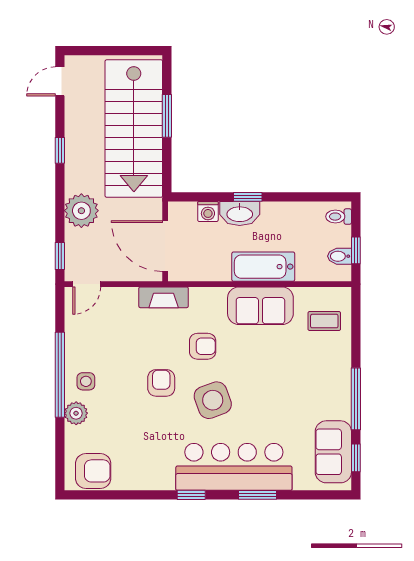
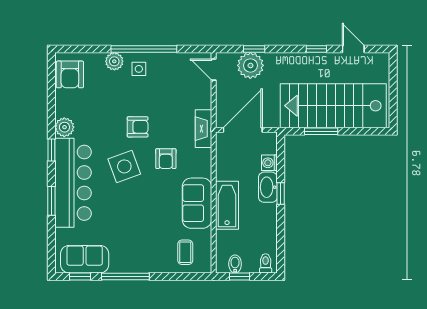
door: (60, 81) -> (353, 49), moved
window: (167, 116) -> (321, 131), moved
plant: (81, 211) -> (250, 65), moved
window: (60, 256) -> (254, 49), moved
plant: (162, 478) -> (64, 127), added

